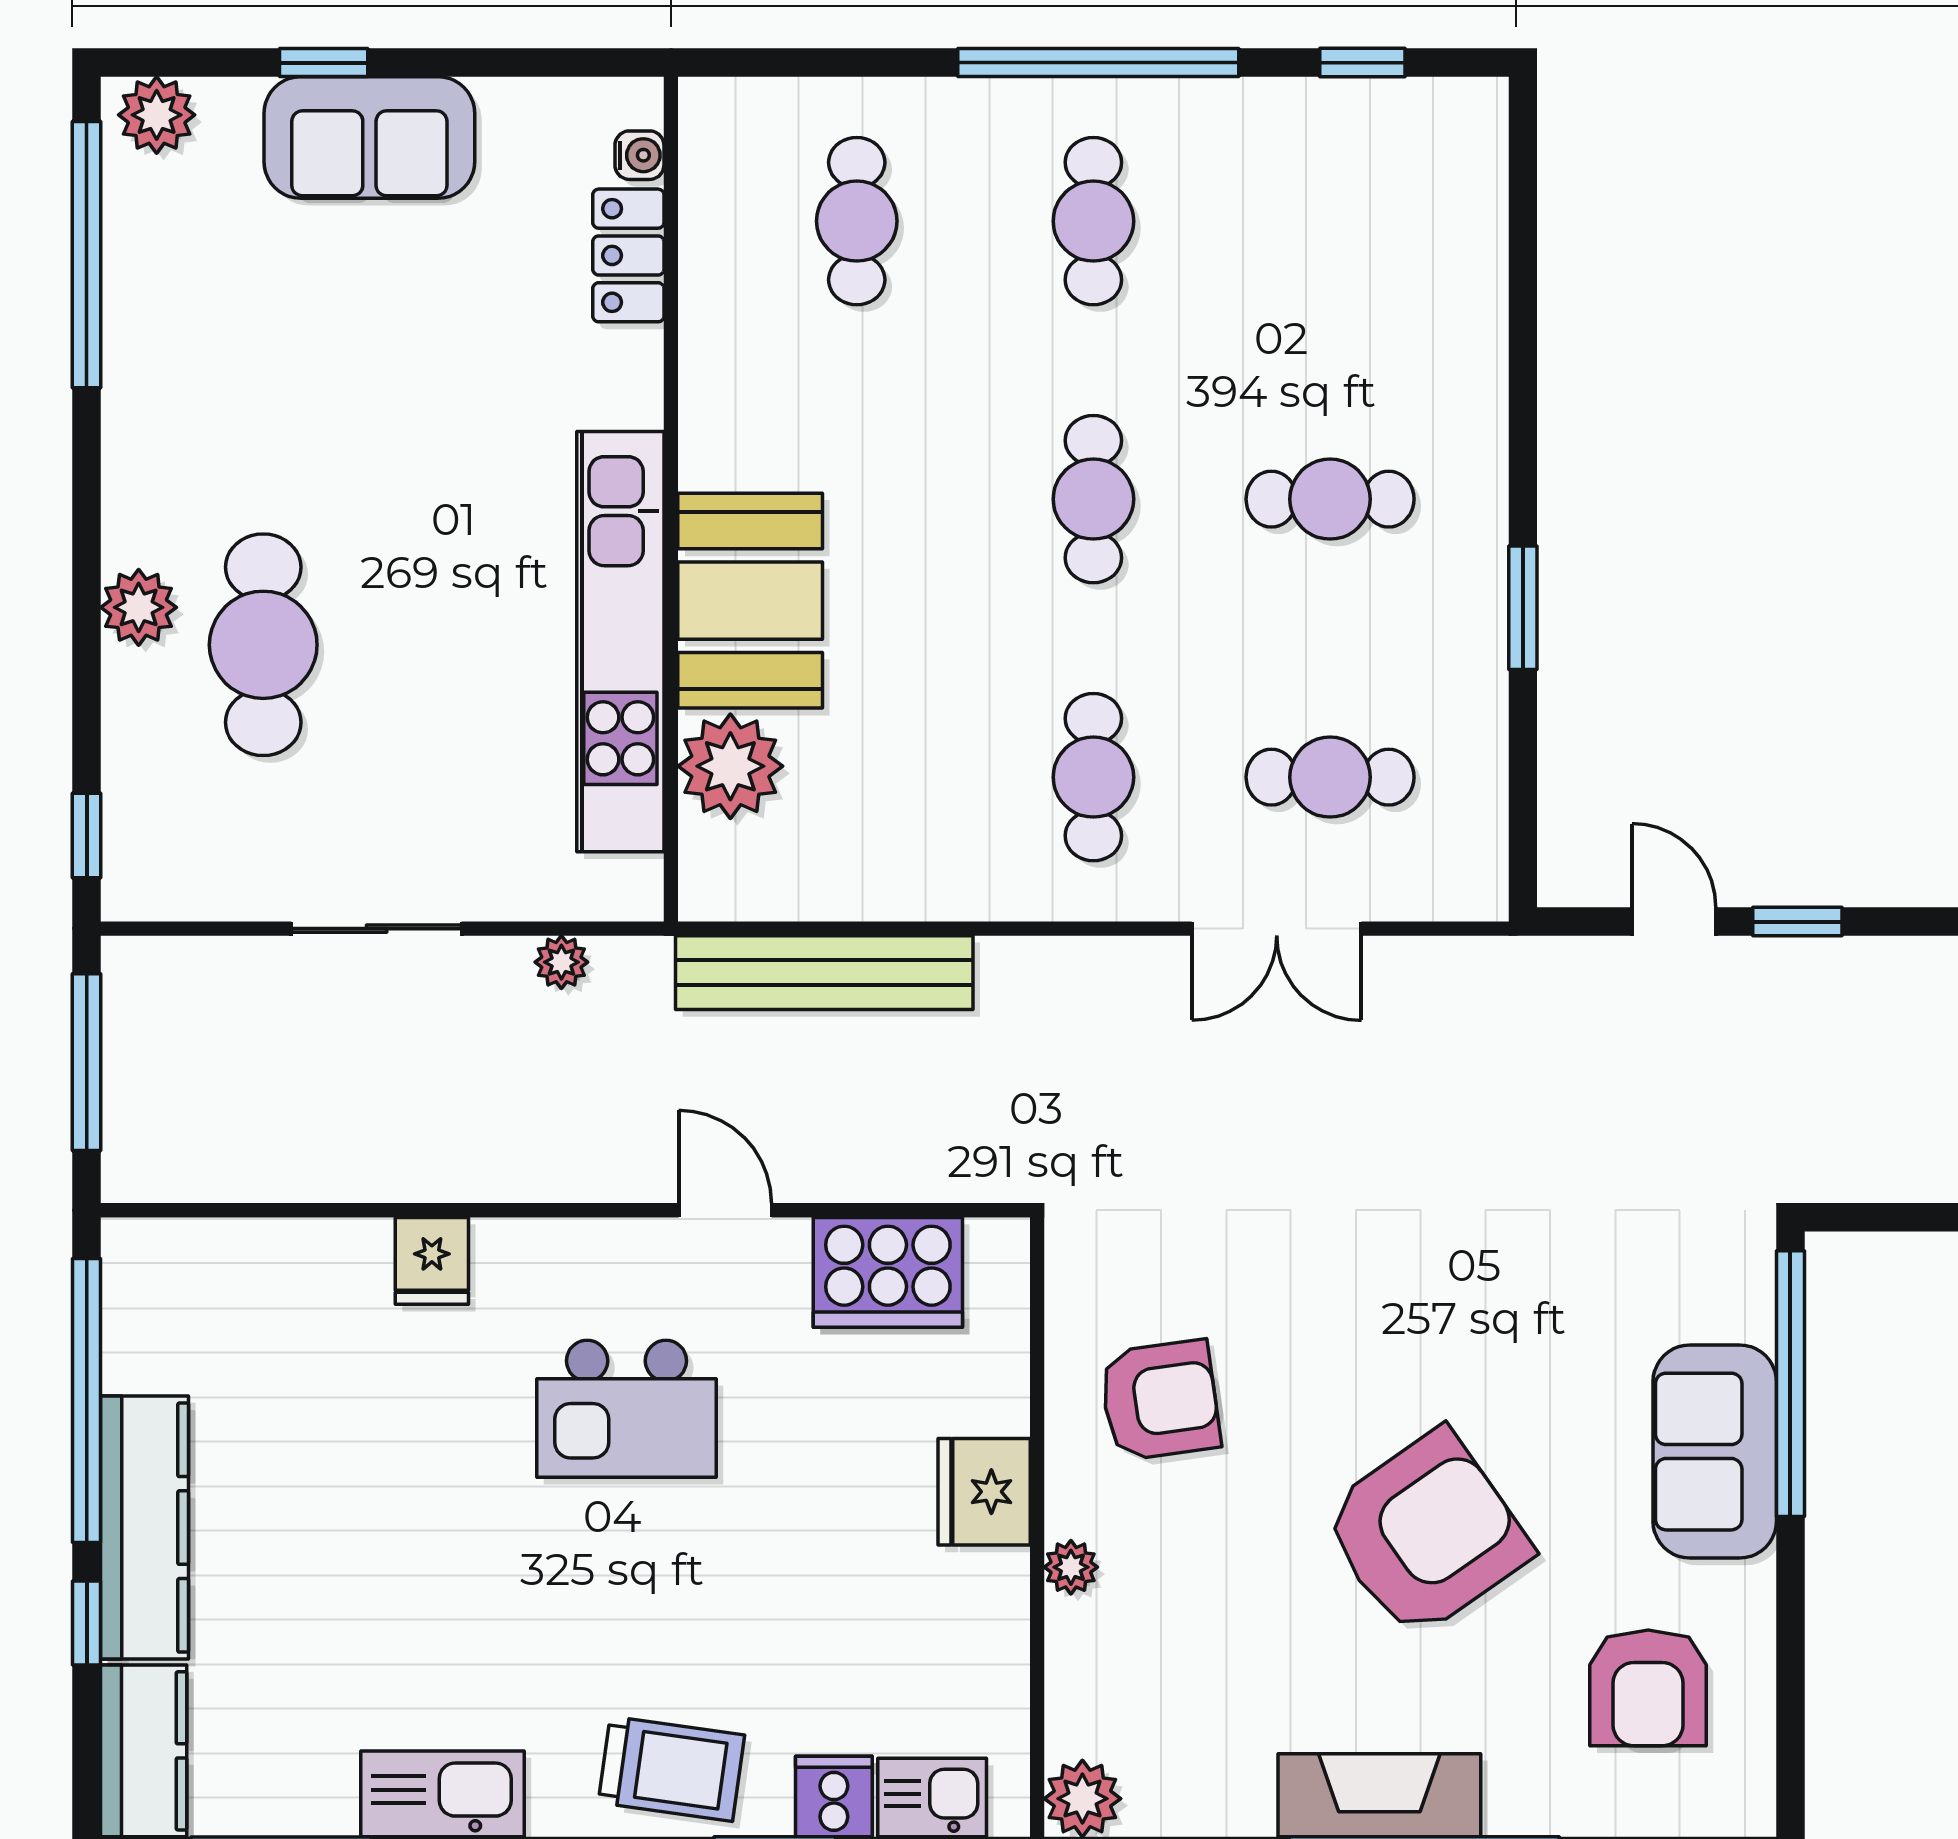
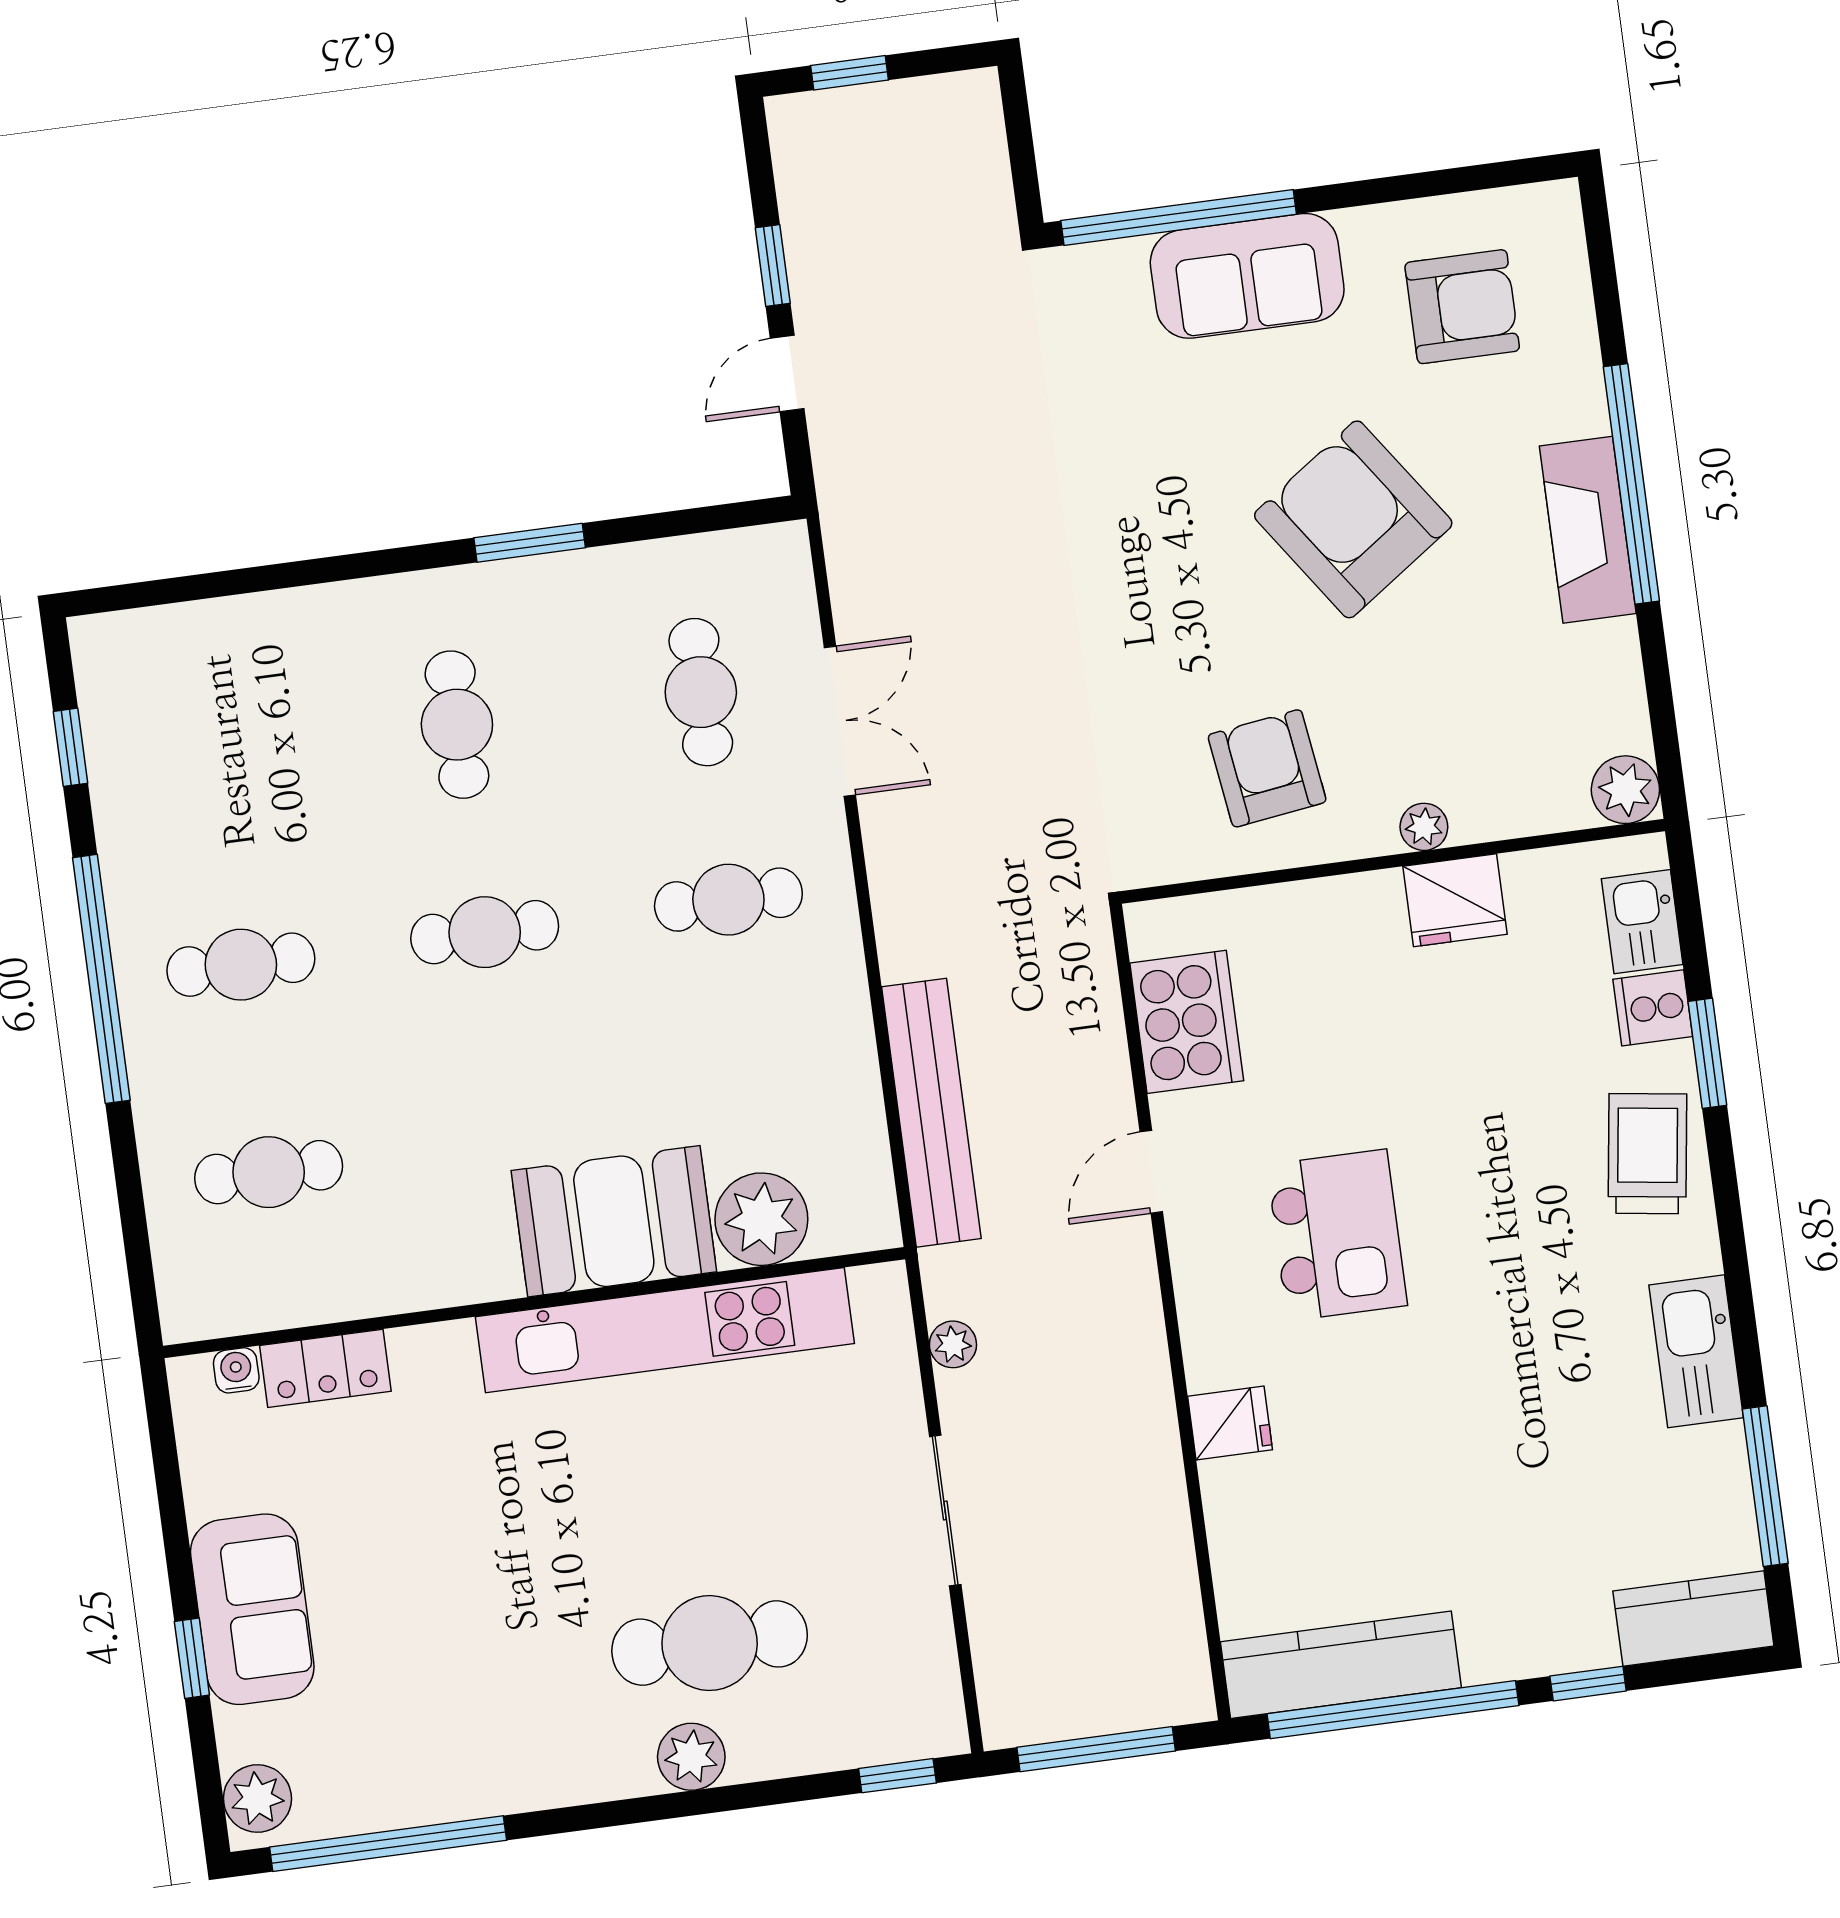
fridge: (984, 1492) -> (1455, 900), moved
kitchen counter: (144, 1528) -> (1341, 1665), moved

